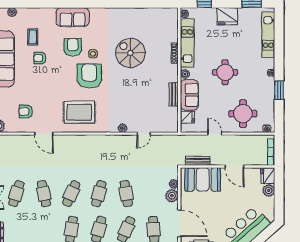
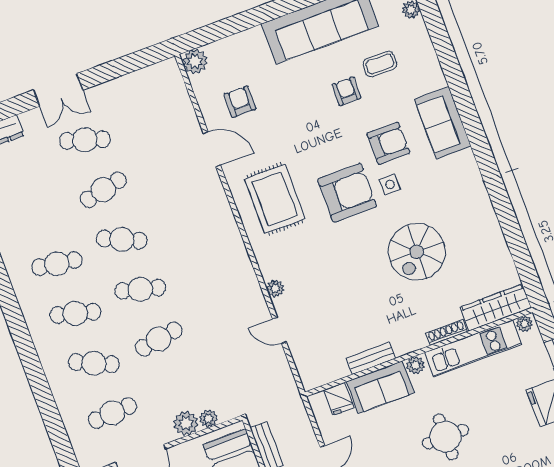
wardrobe: (172, 25) -> (496, 308), added
spiral stairs: (130, 53) -> (417, 252), turned 180
door: (44, 134) -> (212, 149), swing flipped

